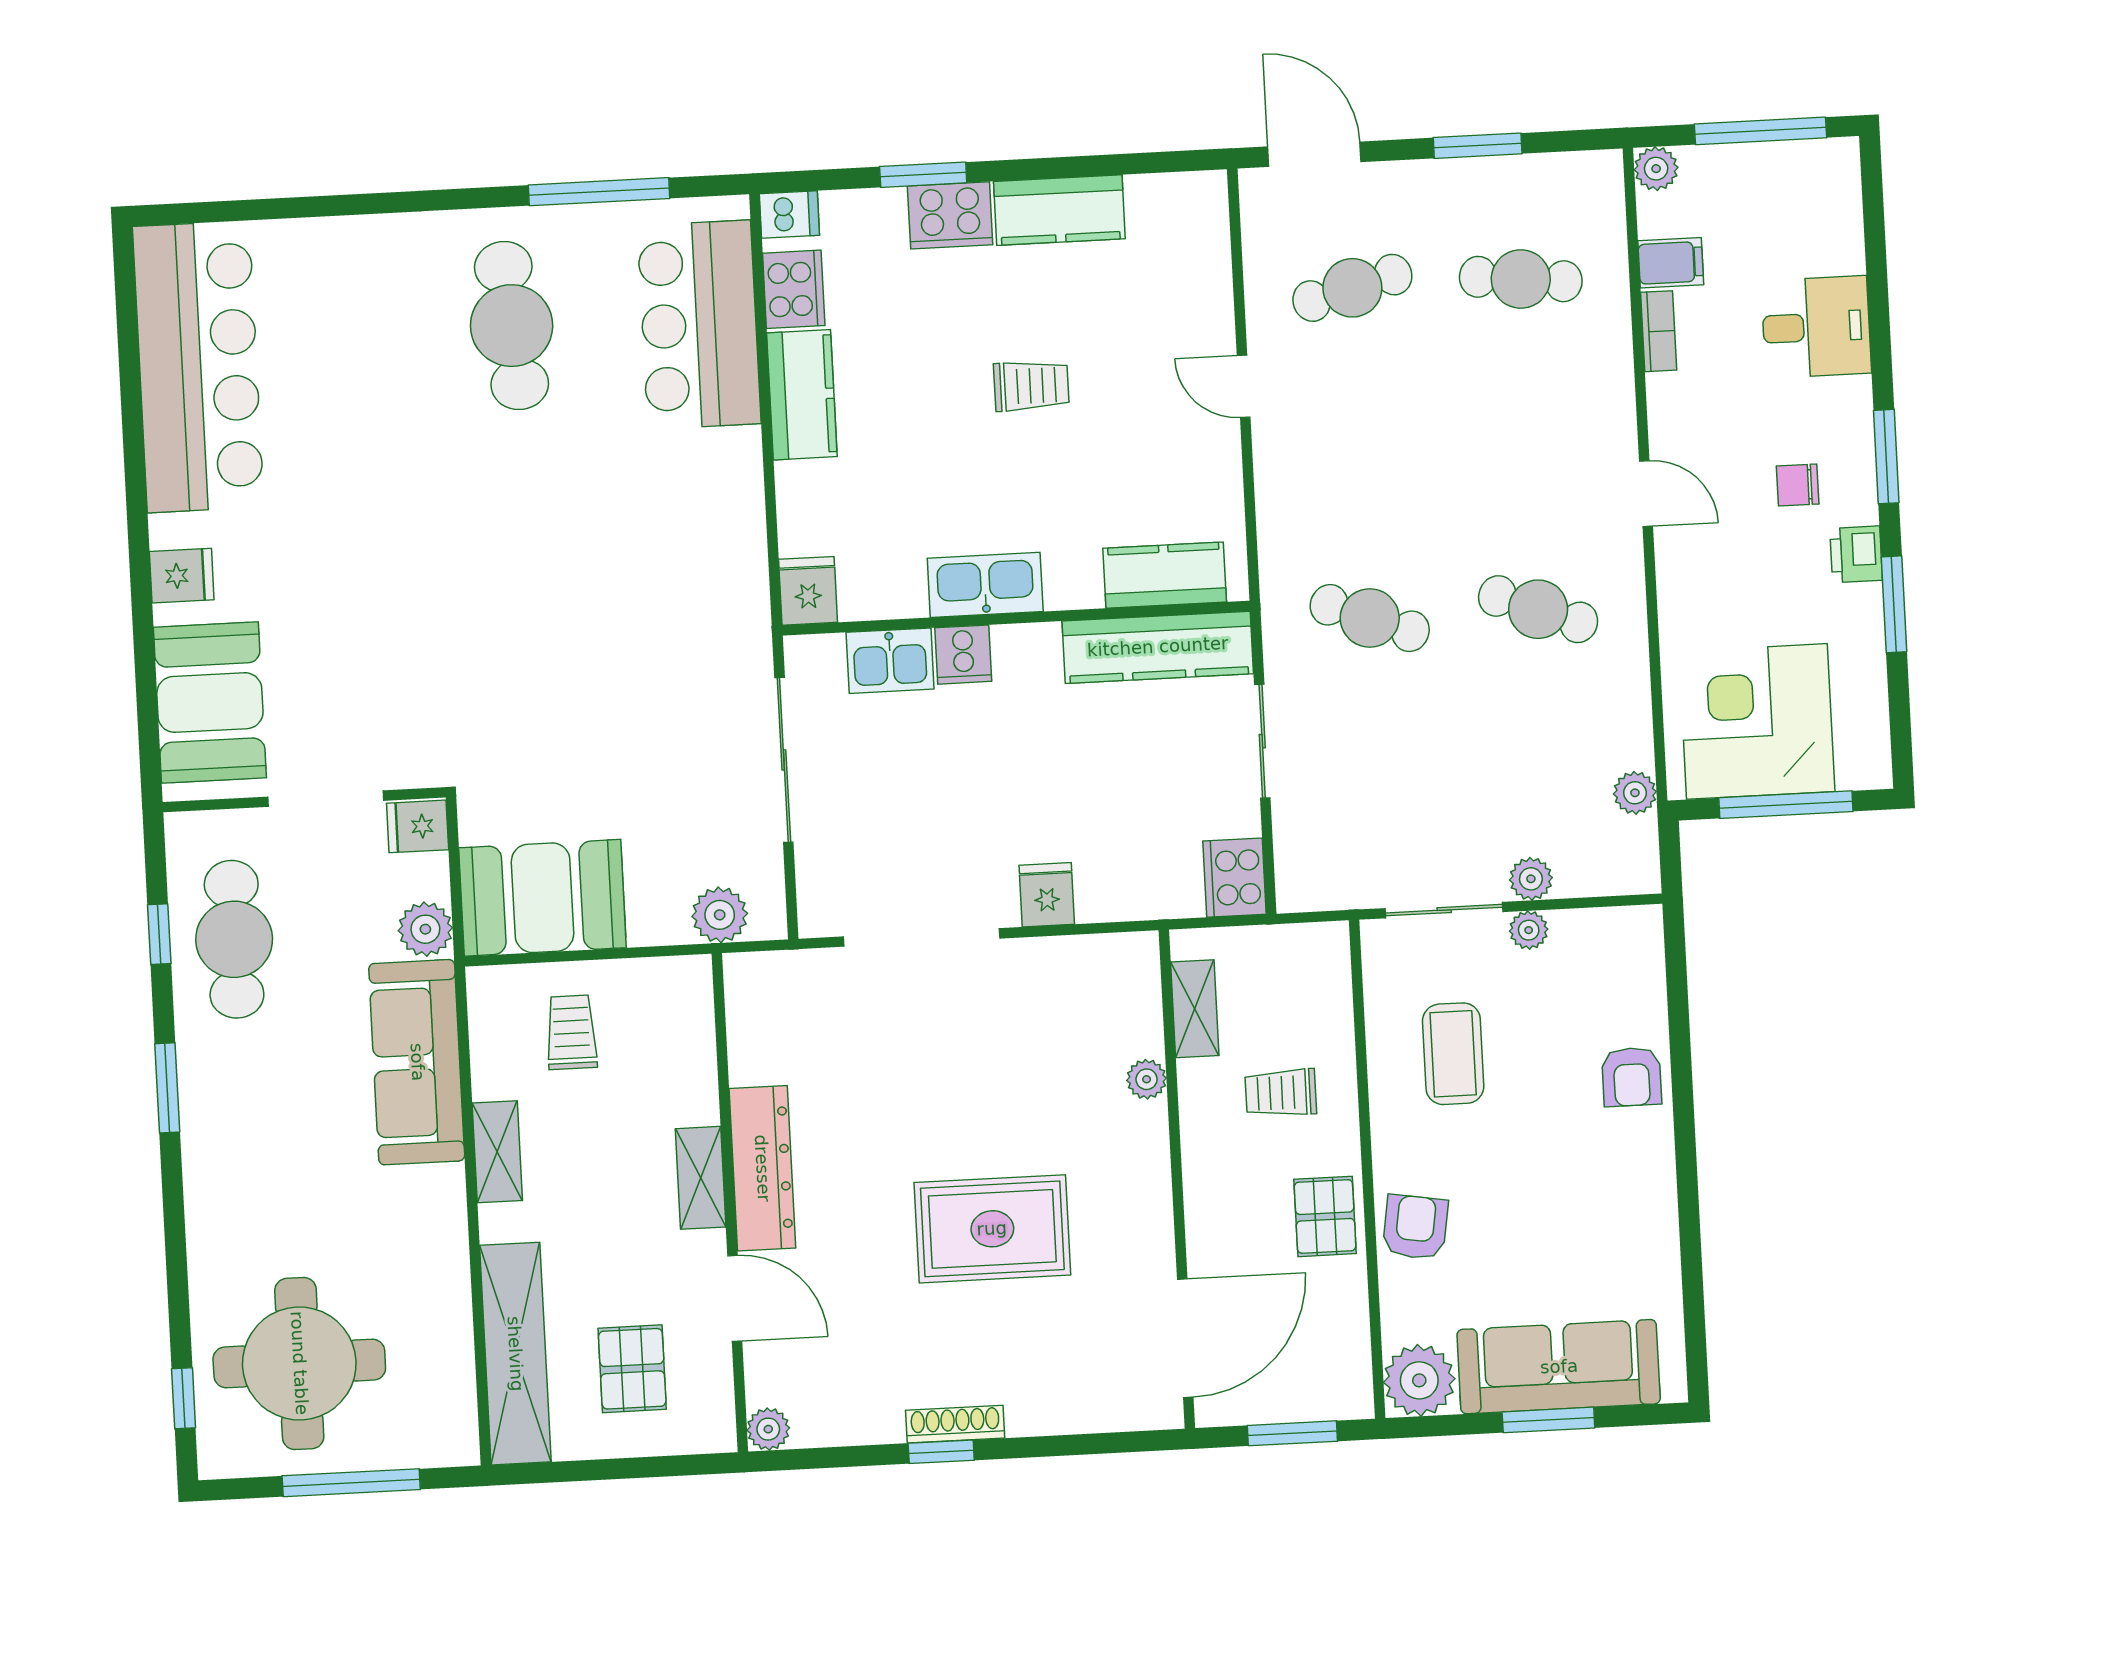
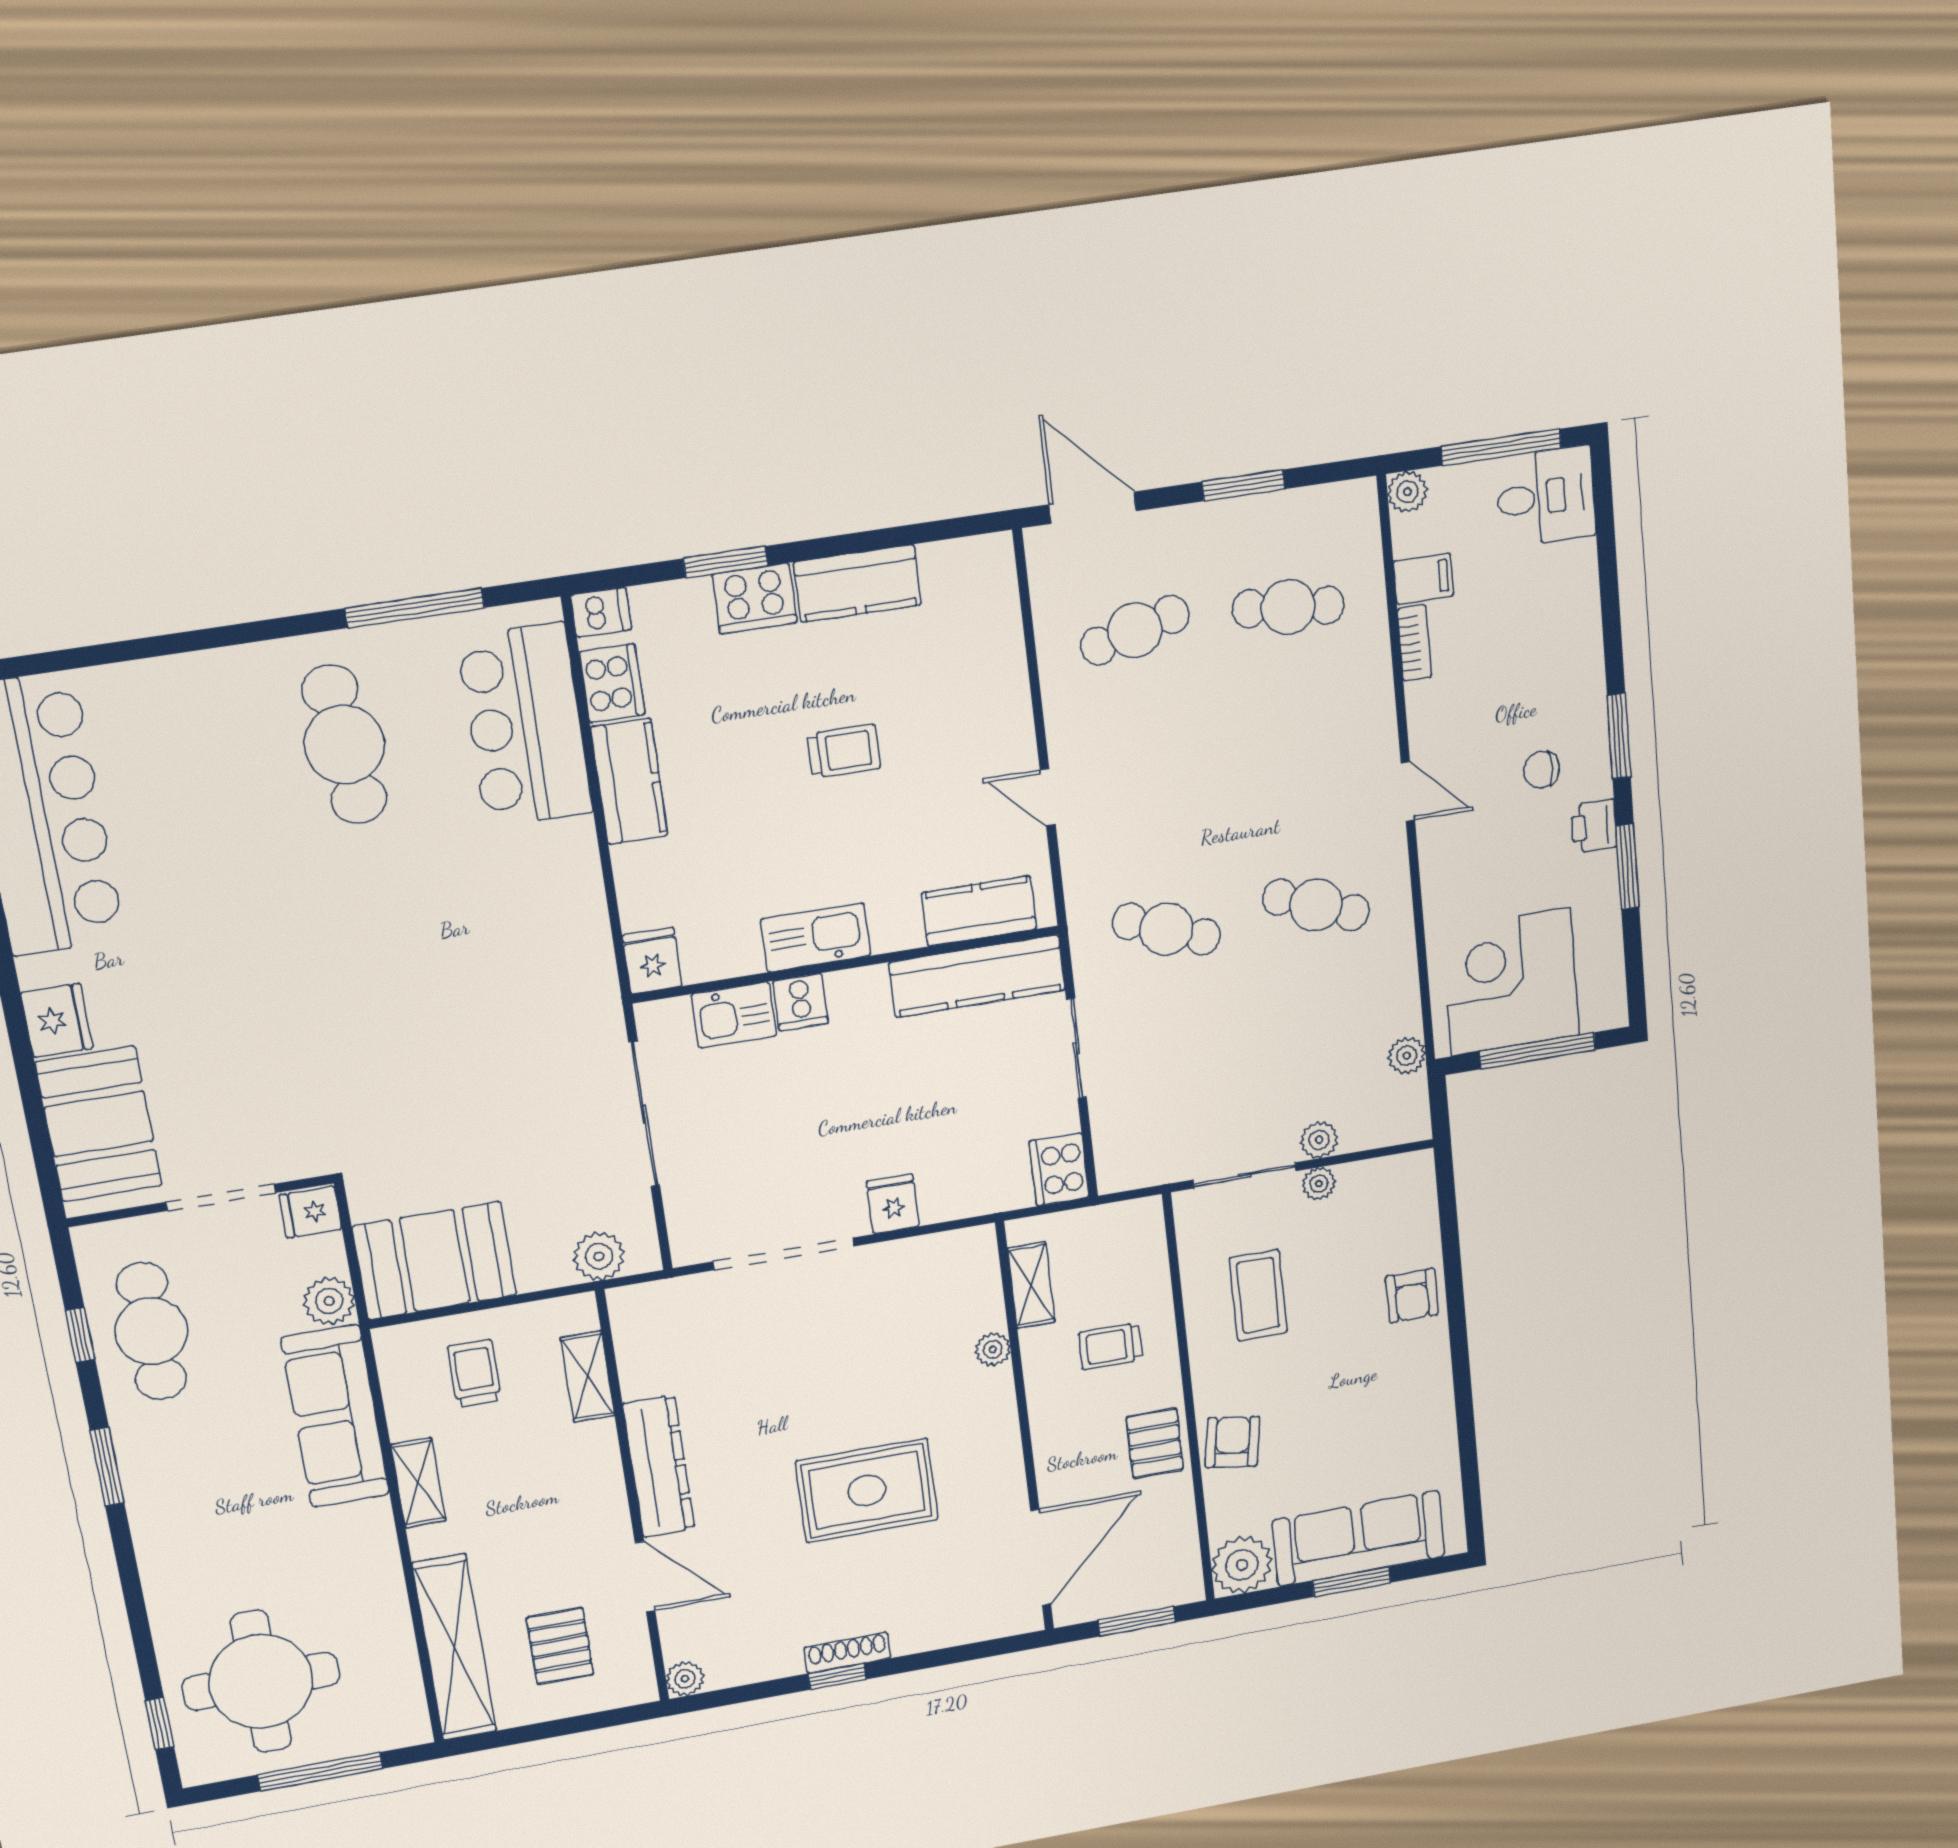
desk: (1816, 327) -> (1546, 497), moved
door: (1244, 386) -> (1048, 797), moved
fridge: (182, 576) -> (57, 1020), width x1.38
shelving: (701, 1178) -> (588, 1377), moved

